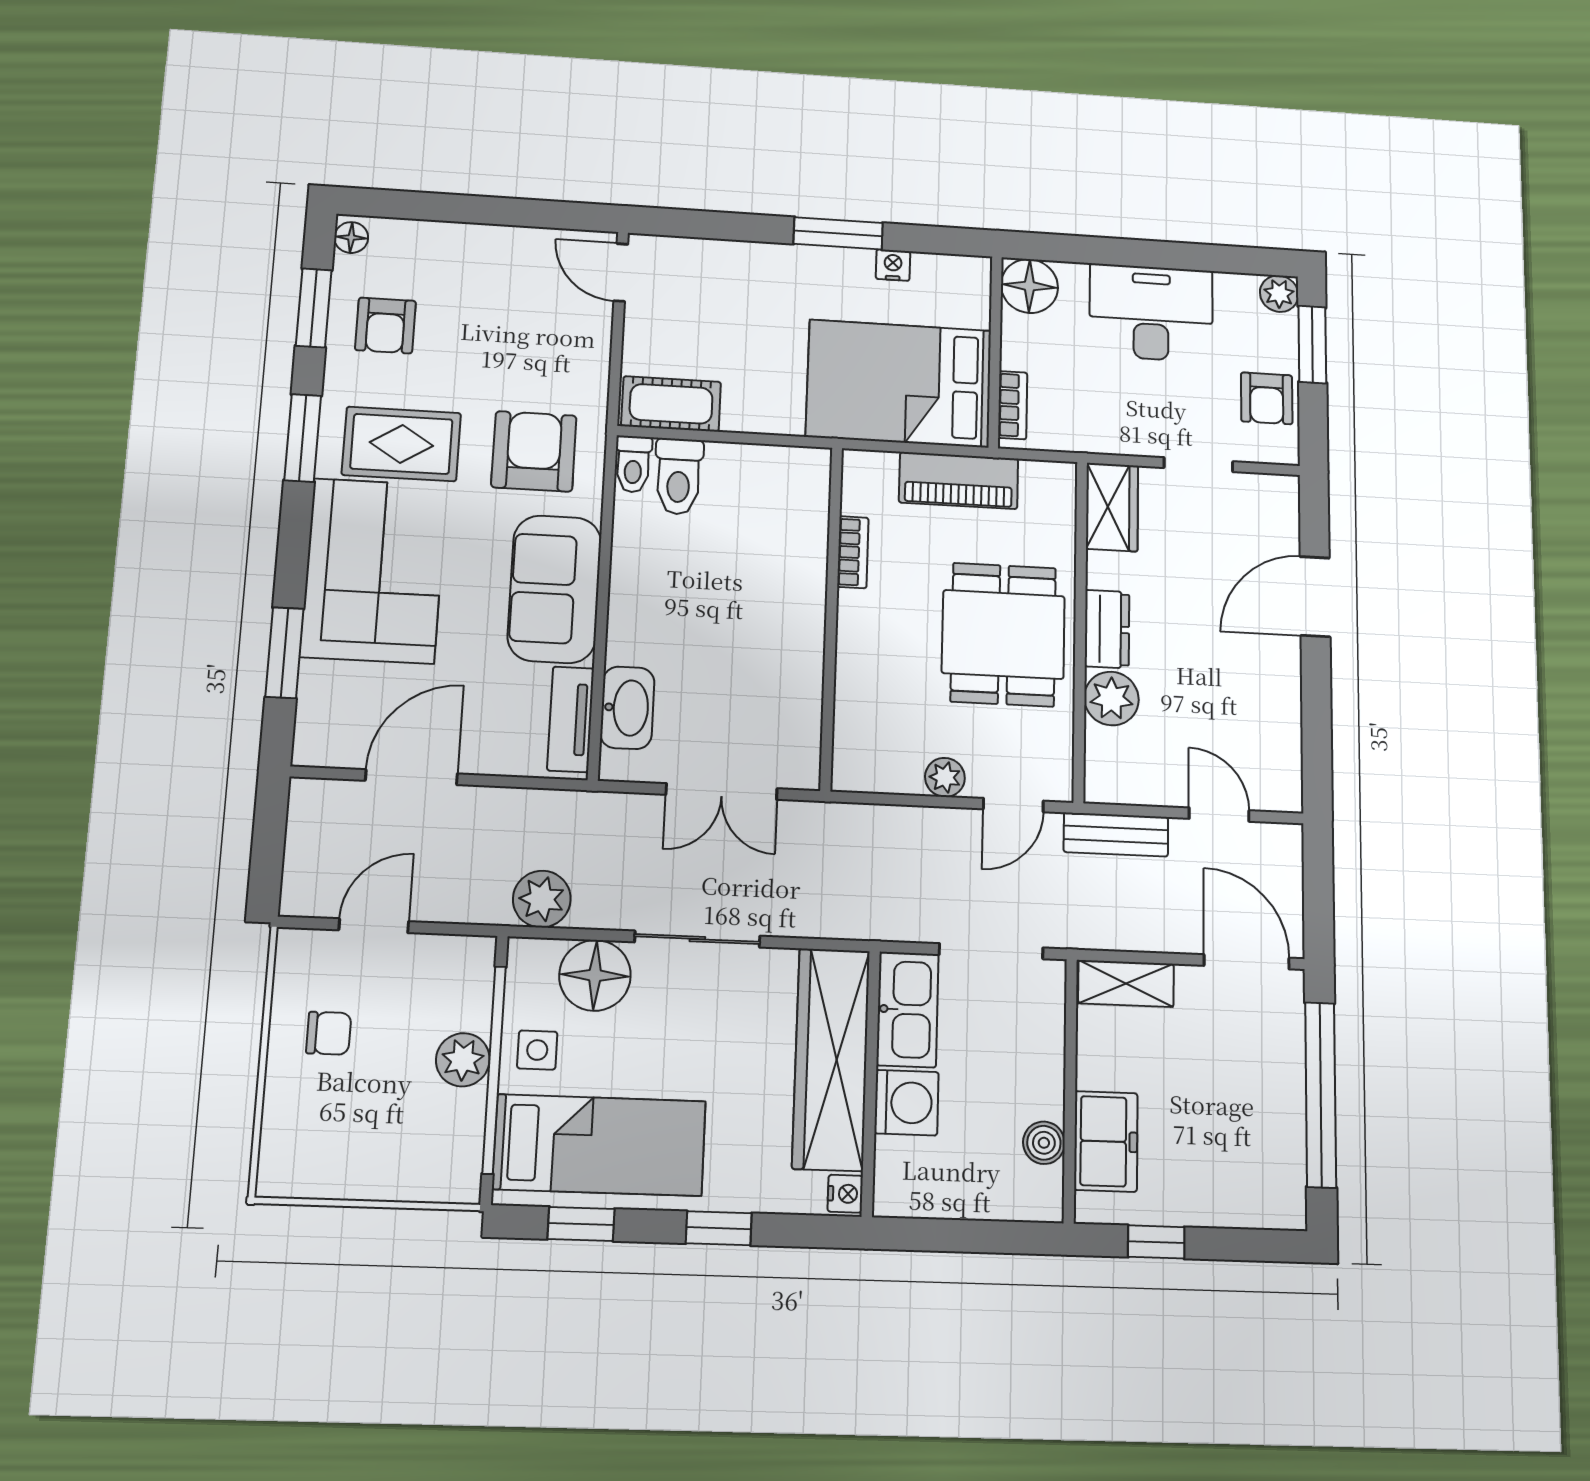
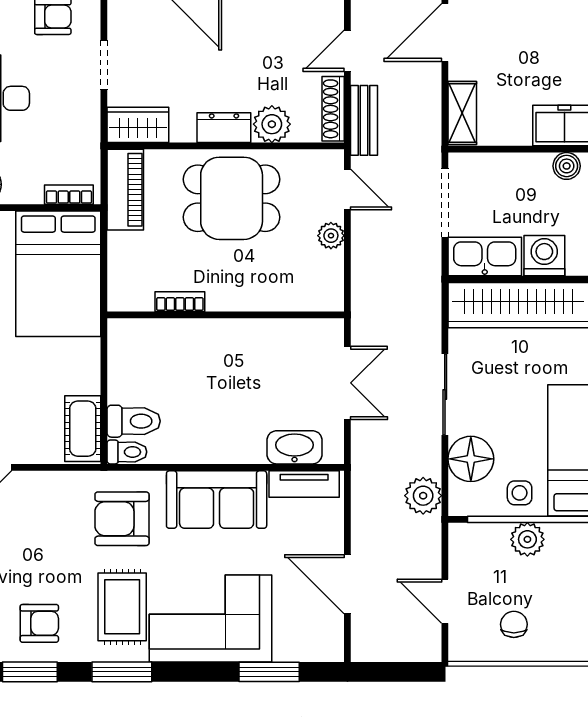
piano: (959, 481) -> (125, 190), moved
shoe rack: (1134, 790) -> (333, 109), added

